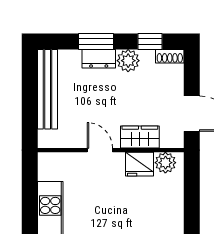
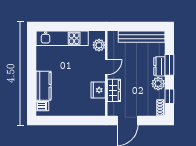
plant: (165, 163) -> (99, 45), moved

